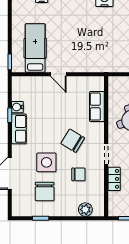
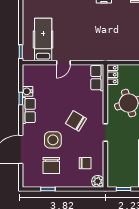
door: (58, 74) -> (63, 63), hinge flipped
row of seats: (97, 107) -> (97, 78), moved
chair: (78, 174) -> (85, 163), moved
locker: (114, 179) -> (112, 75), moved
plant: (85, 210) -> (98, 181), moved

